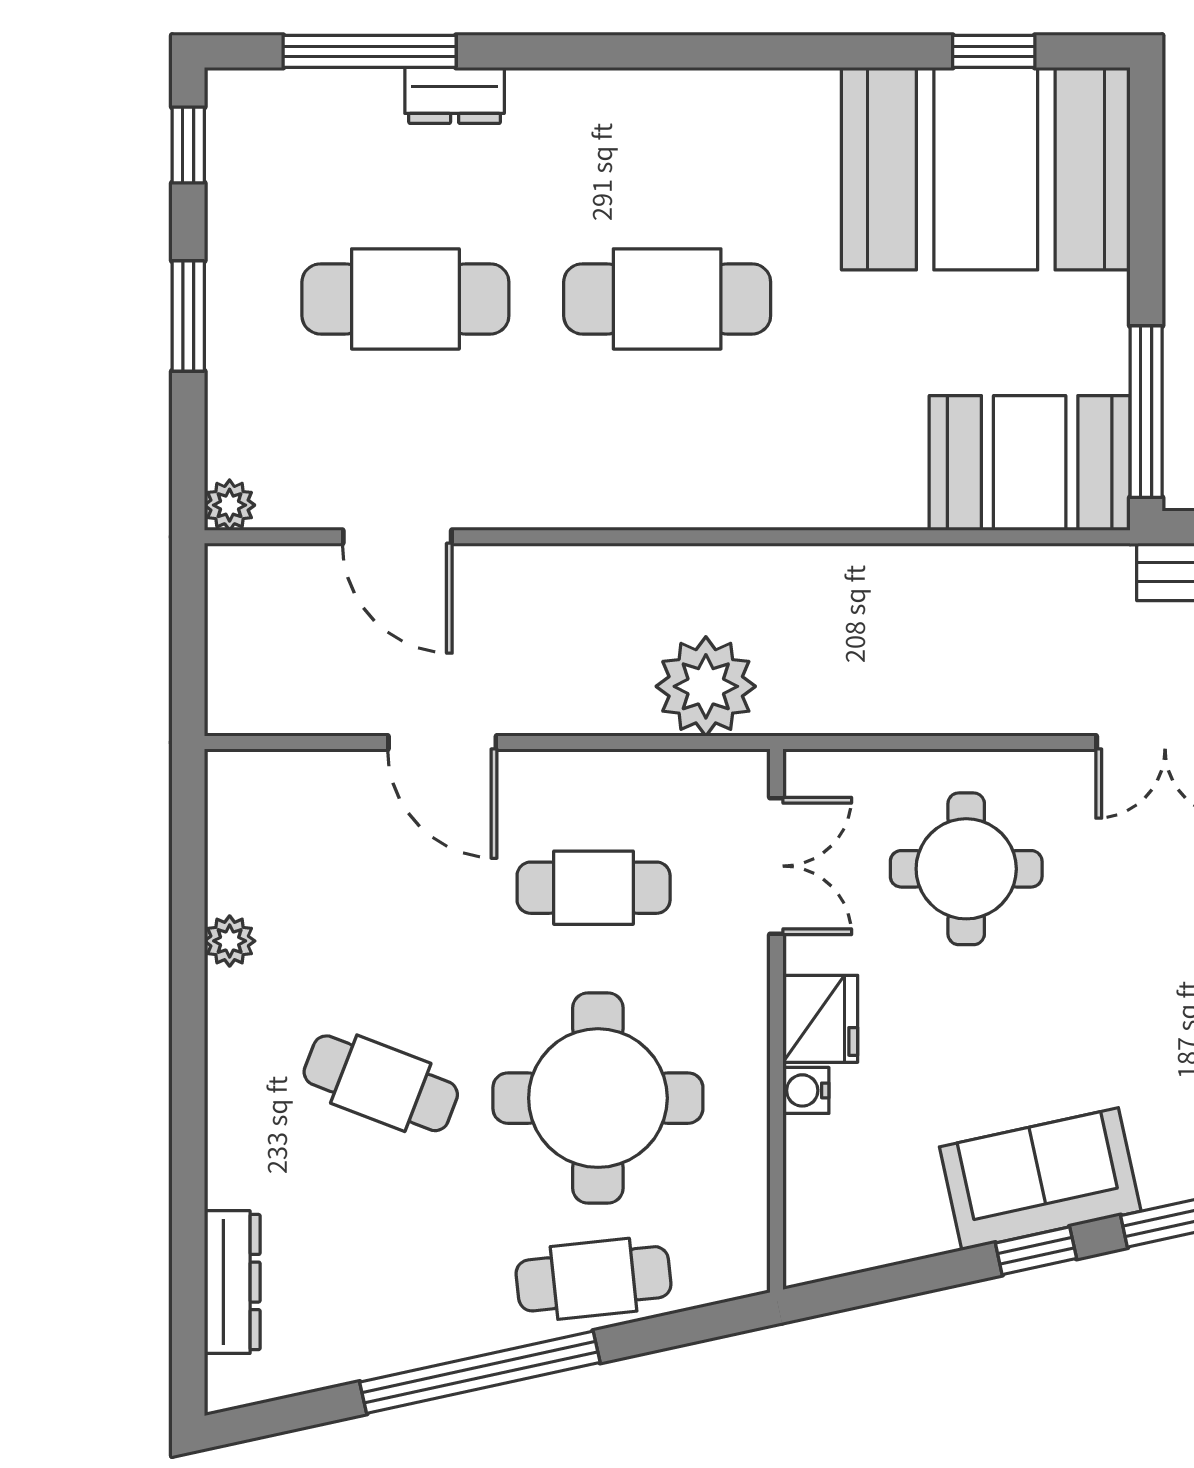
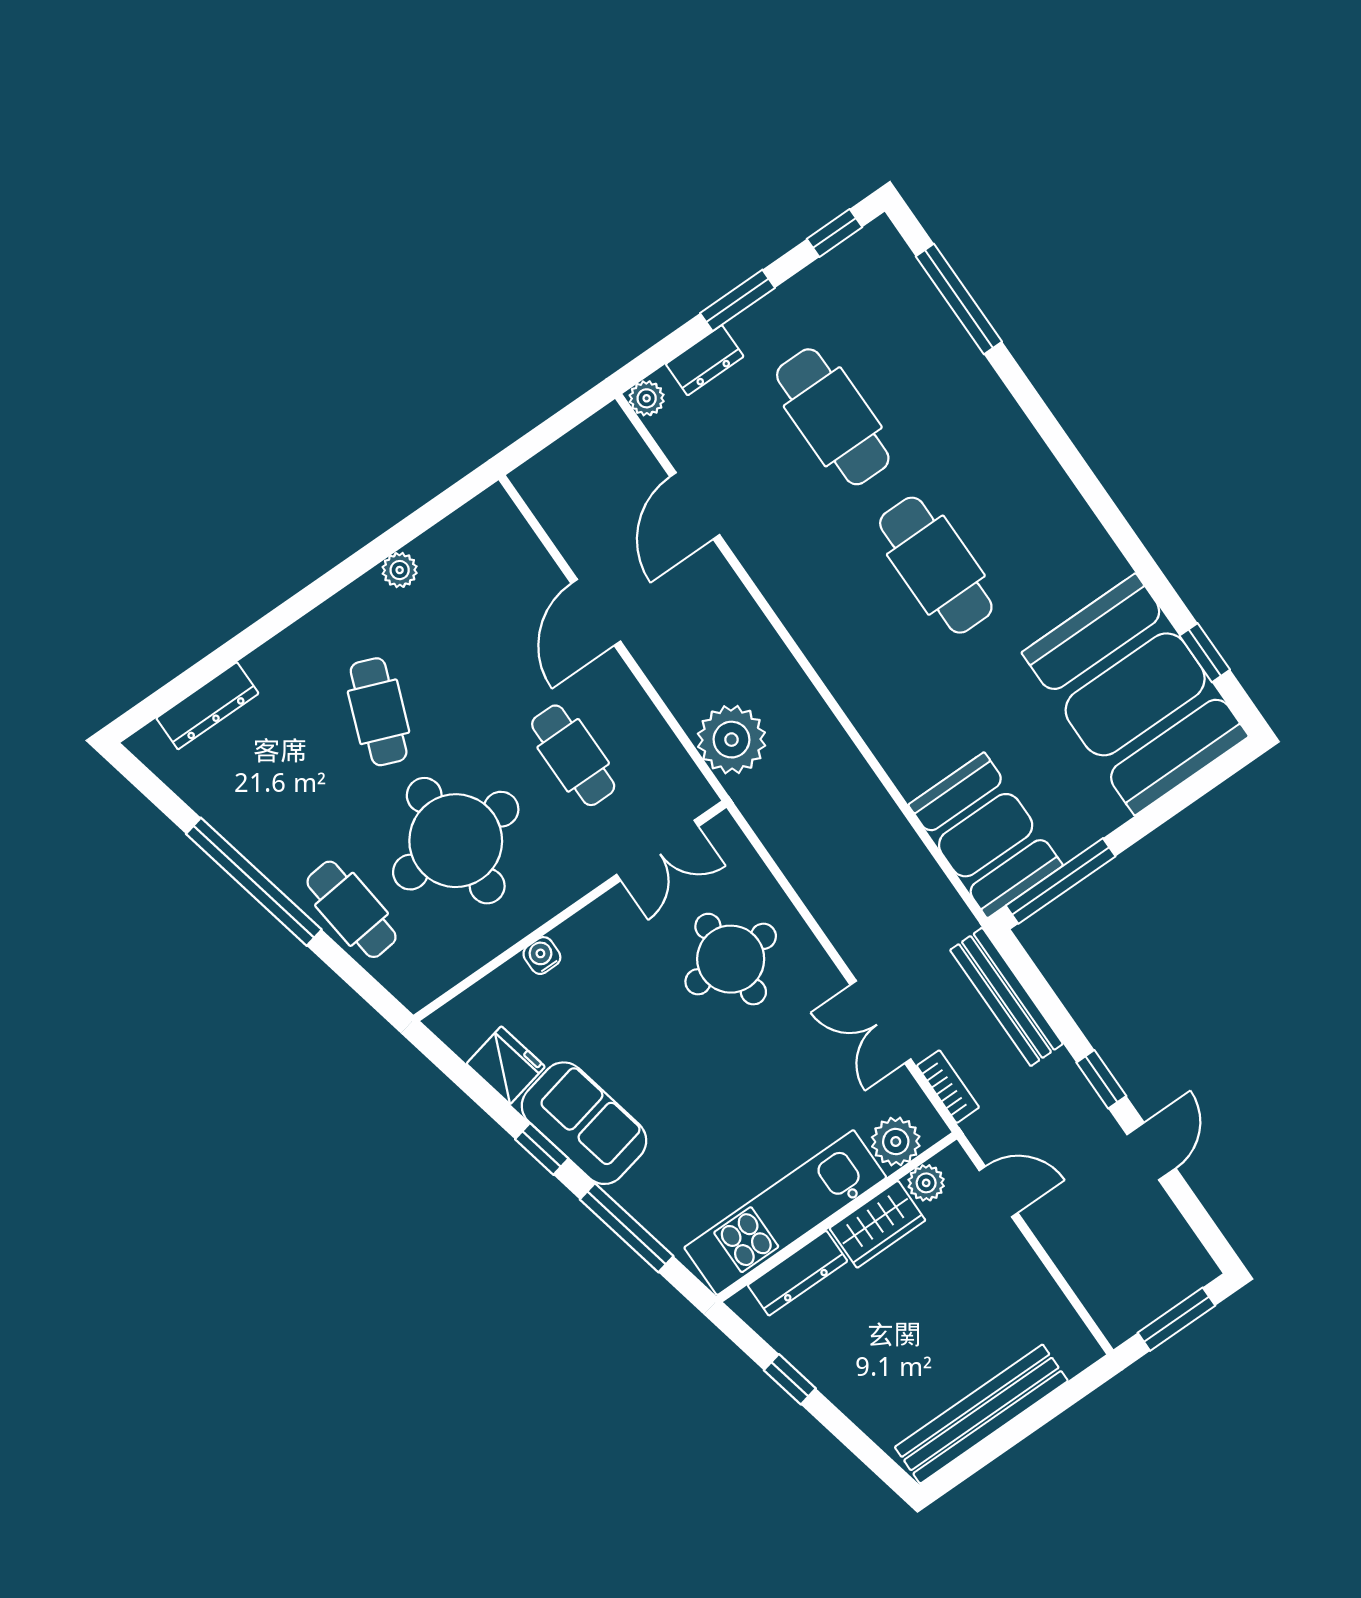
dresser: (455, 95) -> (705, 360), moved, turned -90
fridge: (820, 1019) -> (506, 1065), moved, turned -102

